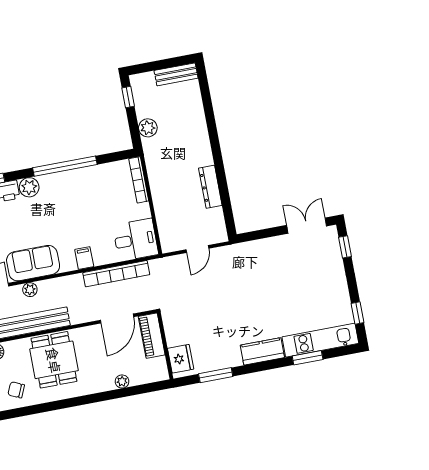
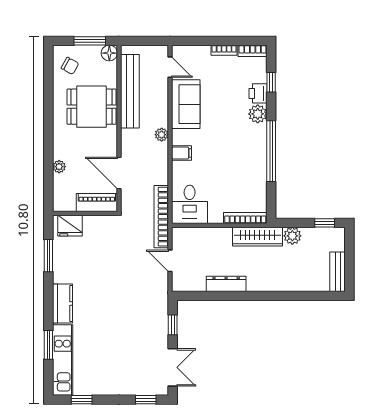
wardrobe: (156, 164) -> (257, 237), added
window: (263, 234) -> (173, 325), added
bookcase: (116, 274) -> (161, 217), moved
plant: (30, 290) -> (162, 135), moved
chair: (16, 390) -> (70, 66), turned 95

